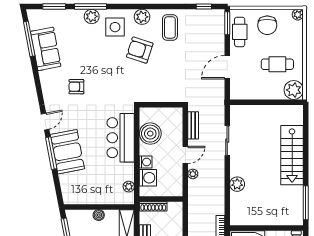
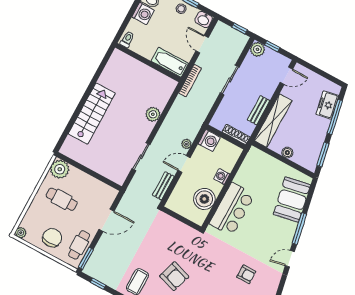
booth: (67, 152) -> (292, 200), moved
washing machine: (148, 178) -> (209, 140), moved, turned 180
plant: (129, 187) -> (248, 163), removed
window: (306, 203) -> (102, 66), removed

